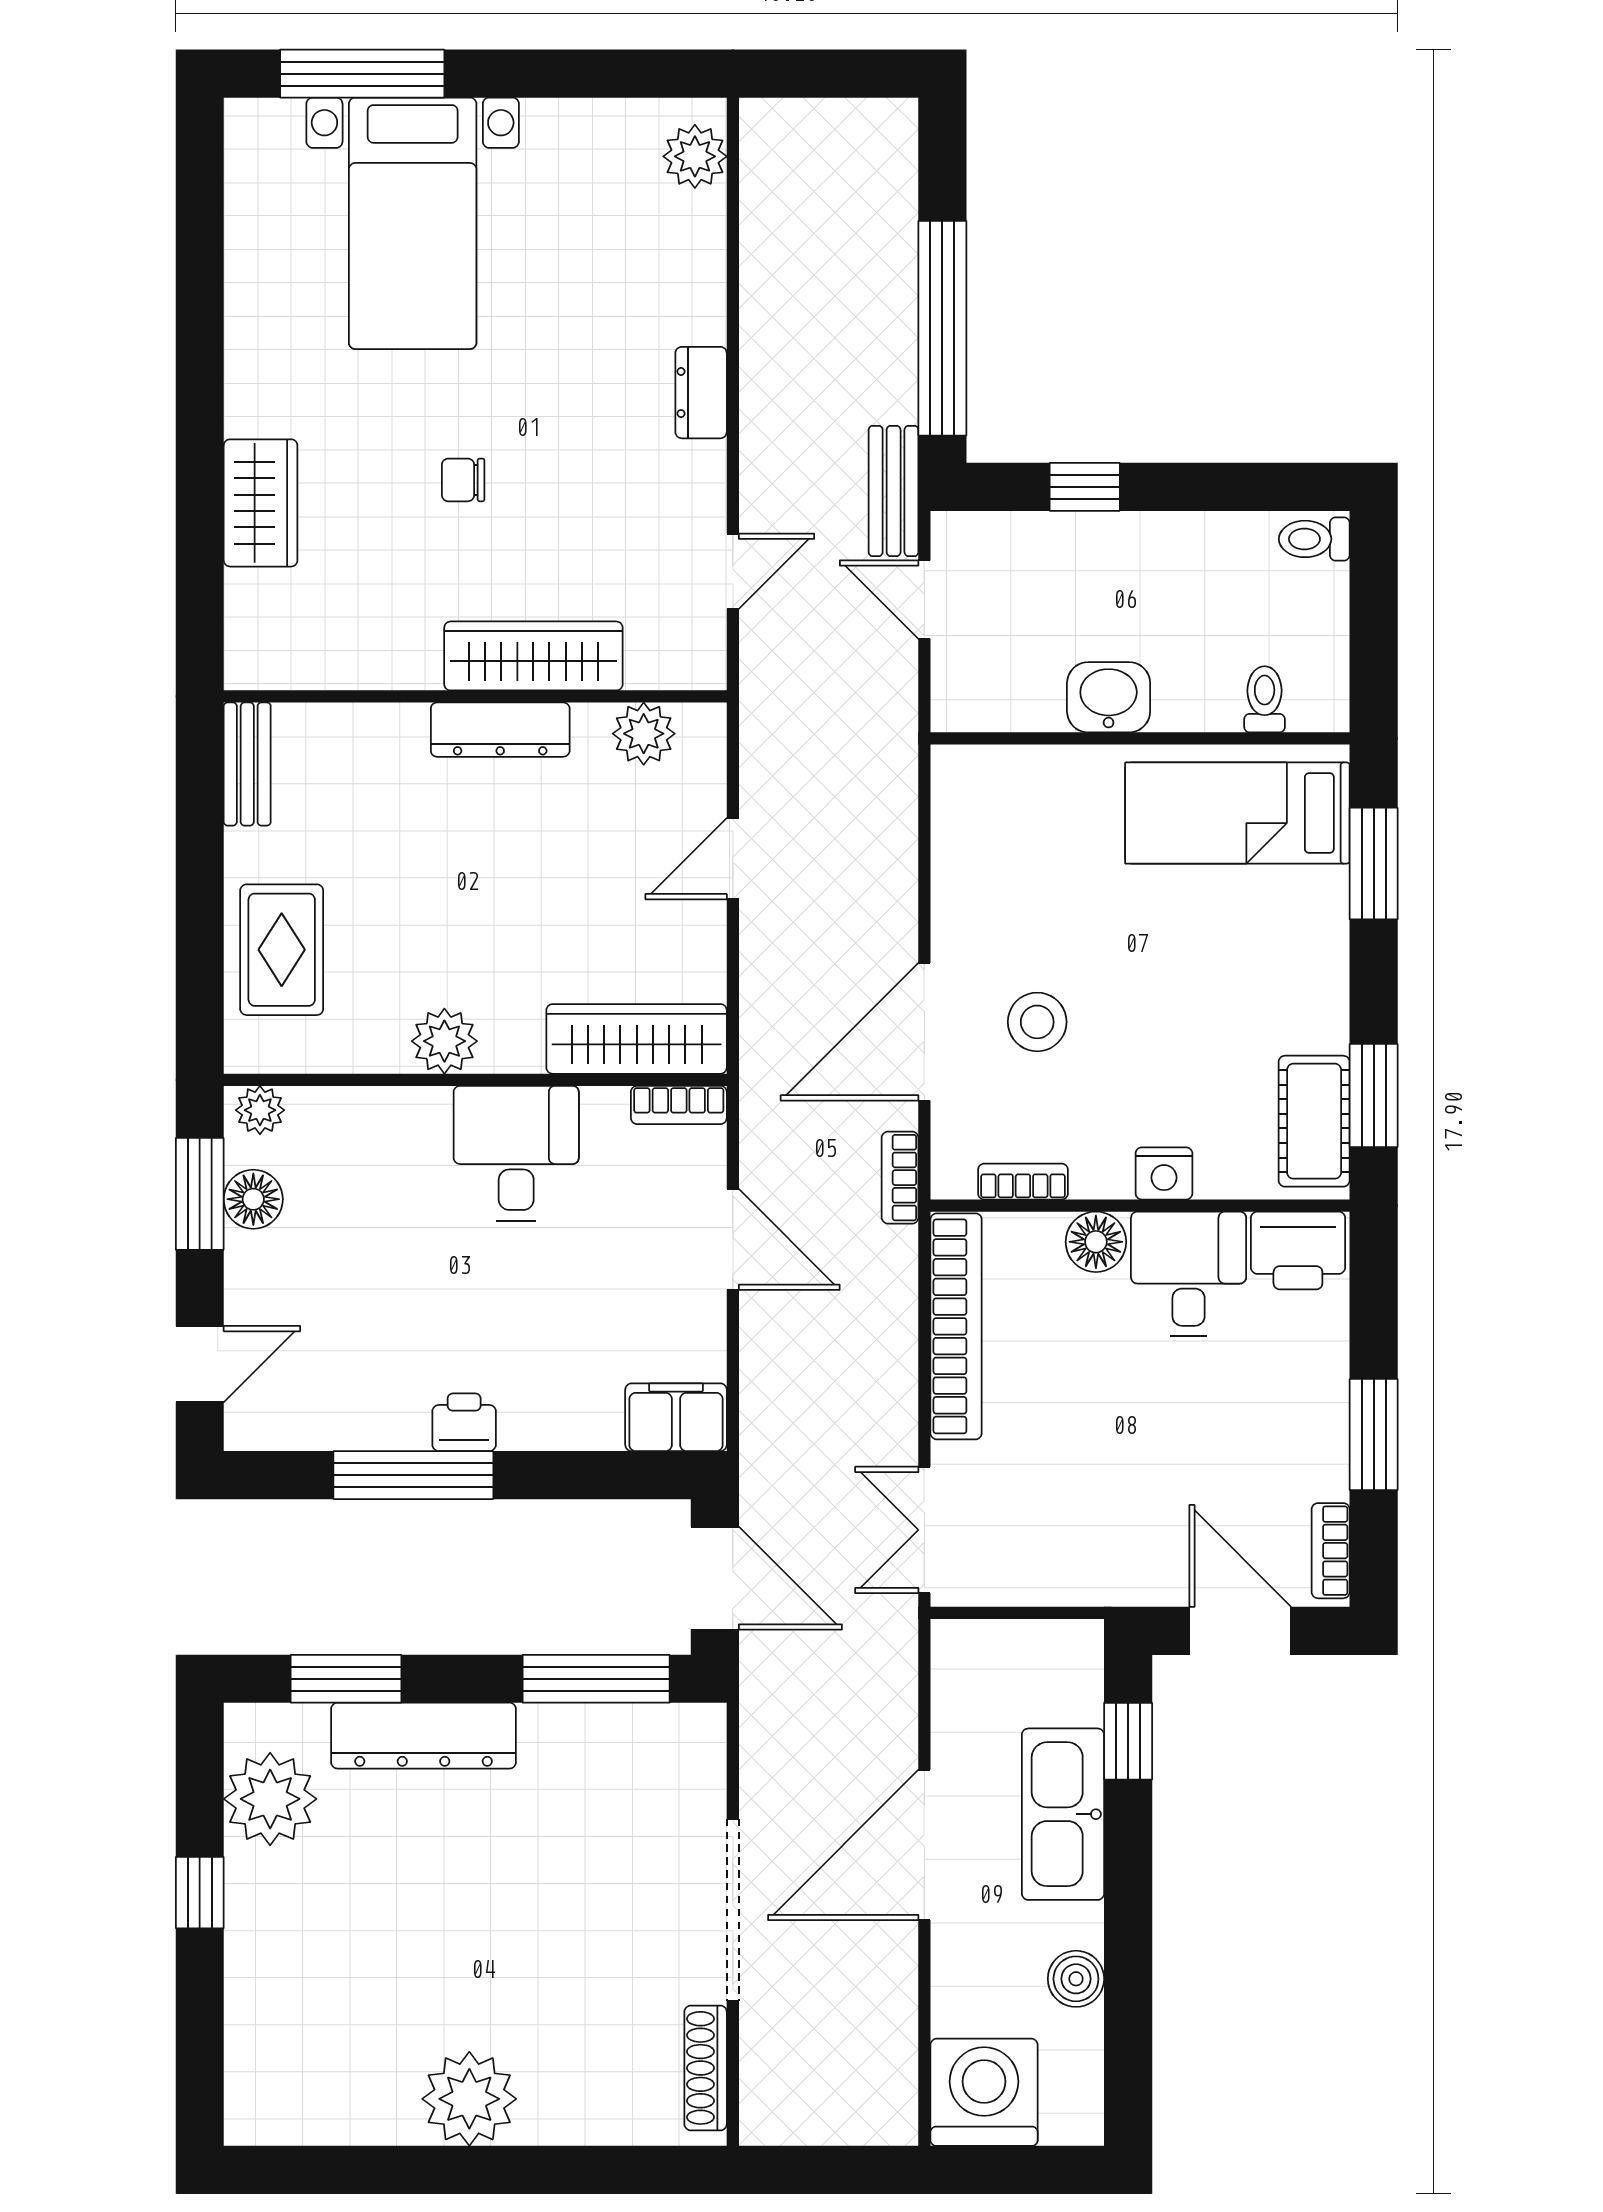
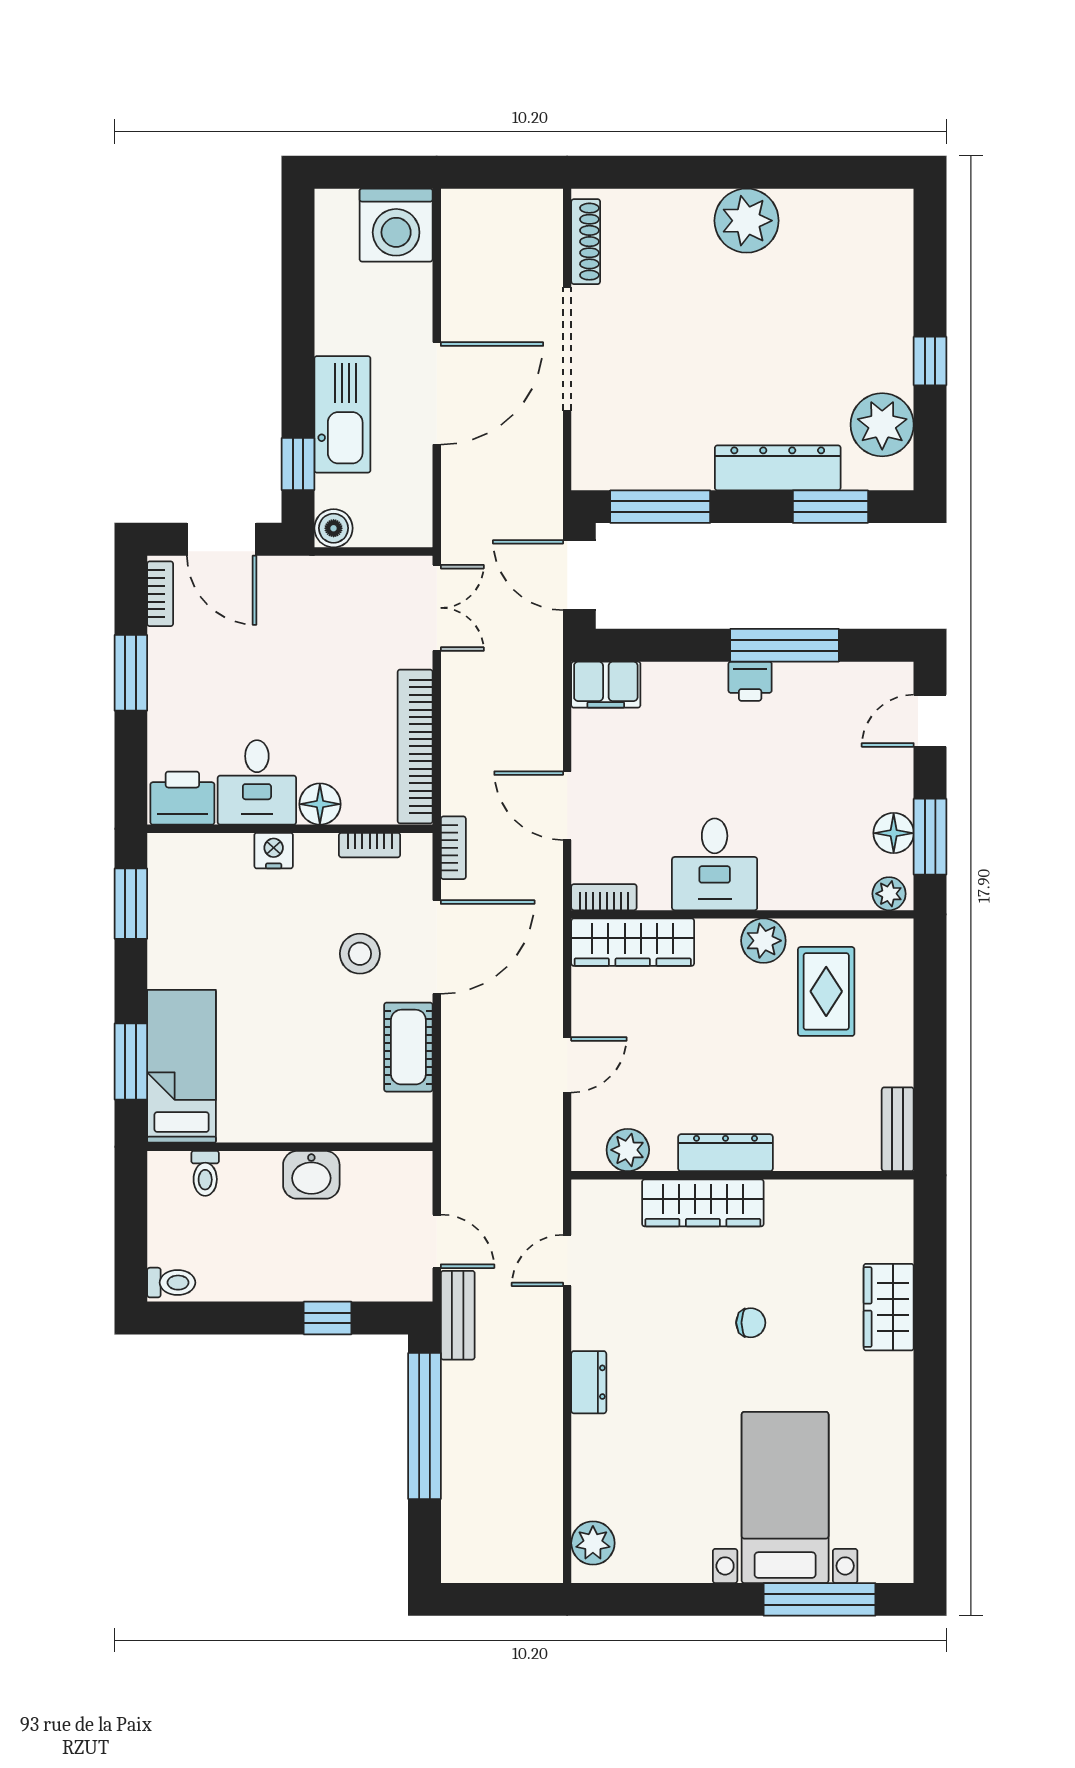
bed: (1237, 813) -> (182, 1066), moved, turned -90
rug: (282, 950) -> (826, 991), moved
cot: (1314, 1121) -> (408, 1047), moved
boiler: (1076, 1979) -> (334, 528), moved

